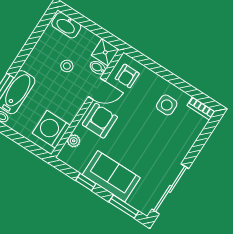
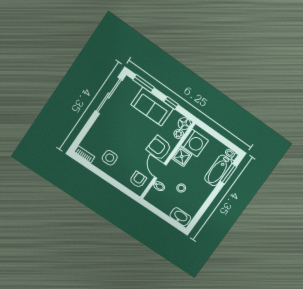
shower: (105, 52) -> (182, 156), moved
door: (97, 89) -> (160, 171), hinge flipped
armchair: (100, 121) -> (159, 148), turned 94
floor lamp: (67, 155) -> (184, 124), added

